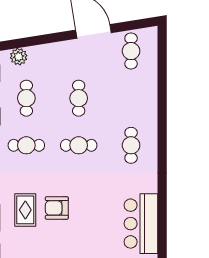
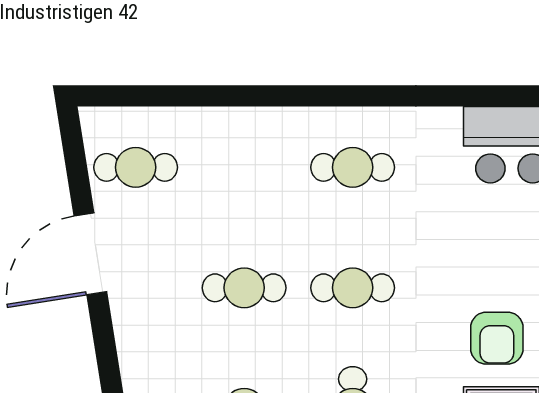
cafe table: (79, 145) -> (353, 288), turned 90

